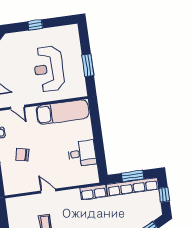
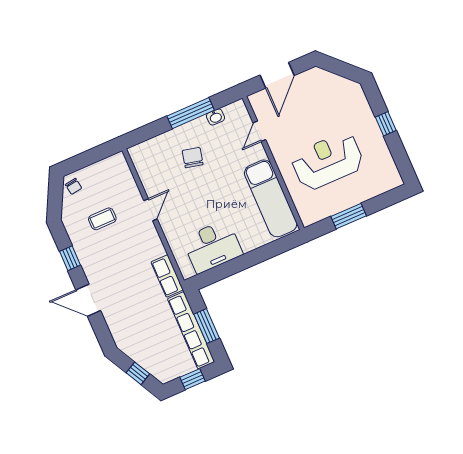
desk: (82, 153) -> (212, 246), width x1.37

